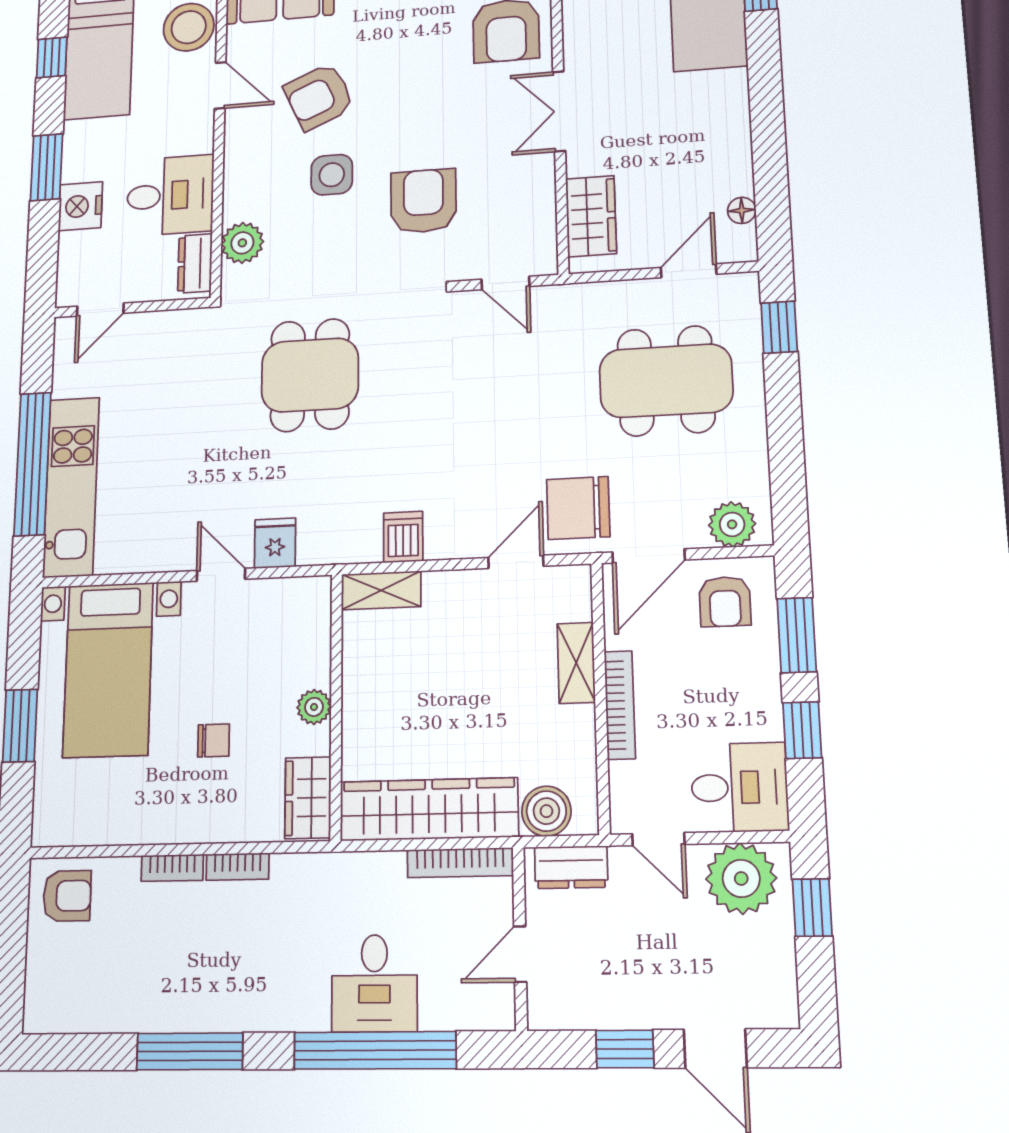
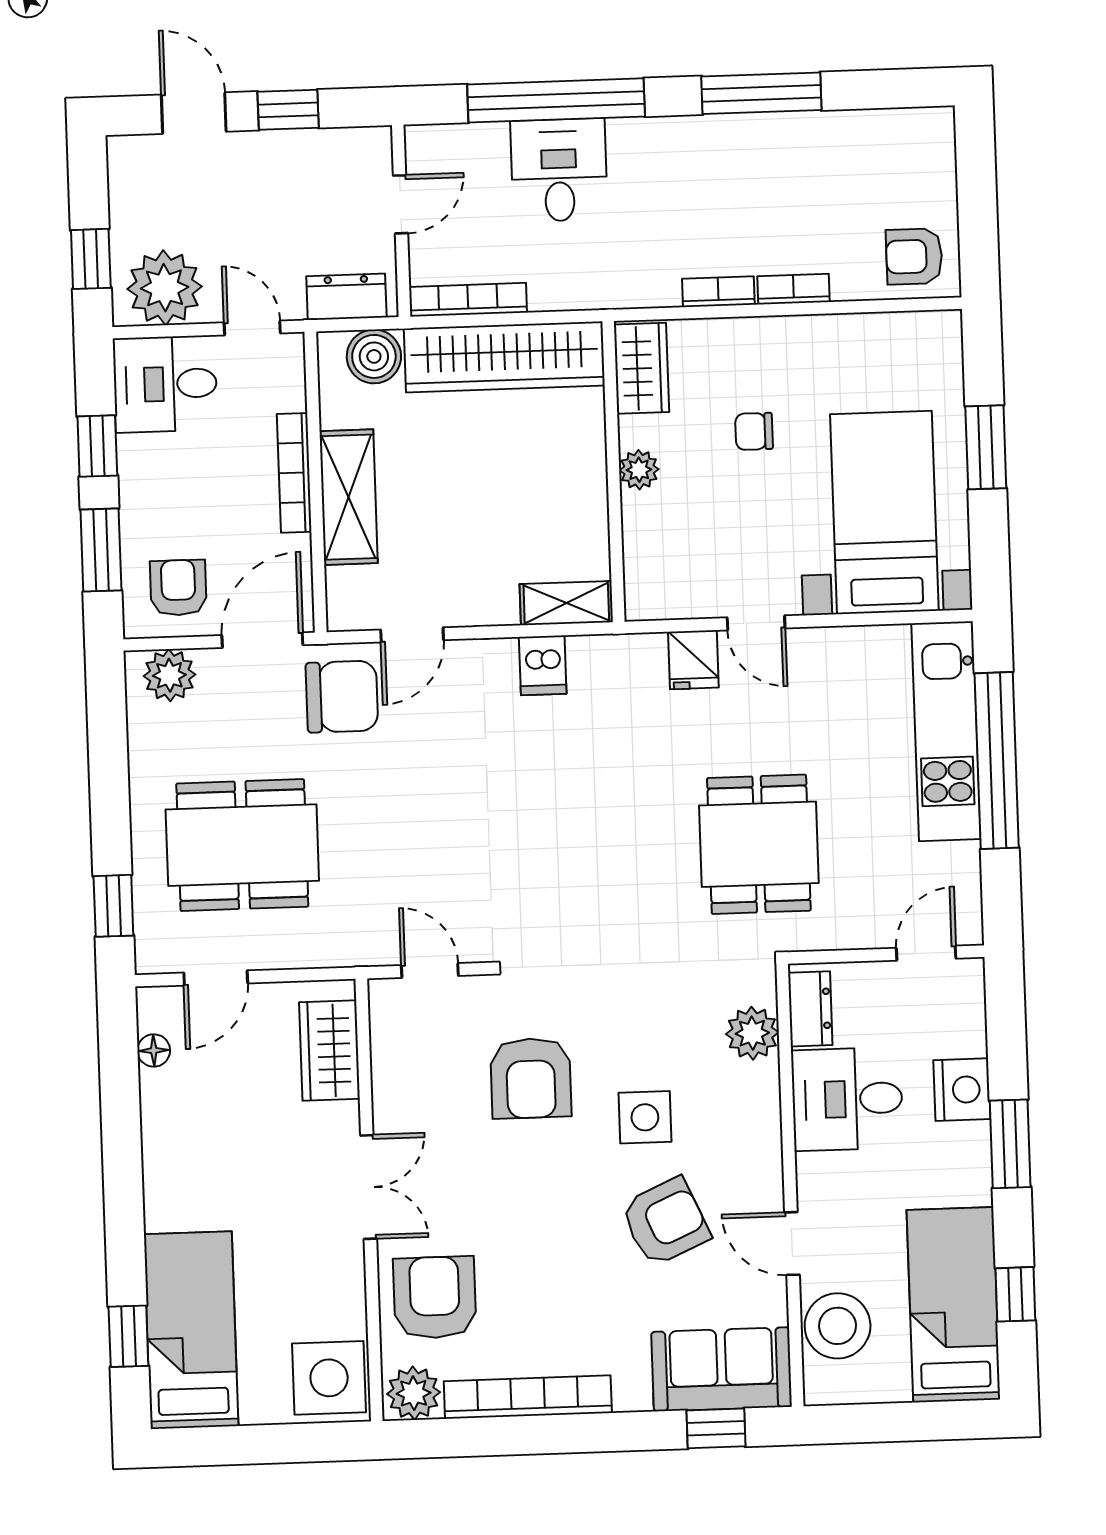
dining table: (310, 375) -> (759, 844), moved
shelving: (576, 663) -> (349, 497), width x1.50, depth x1.33

